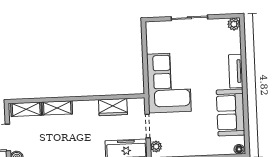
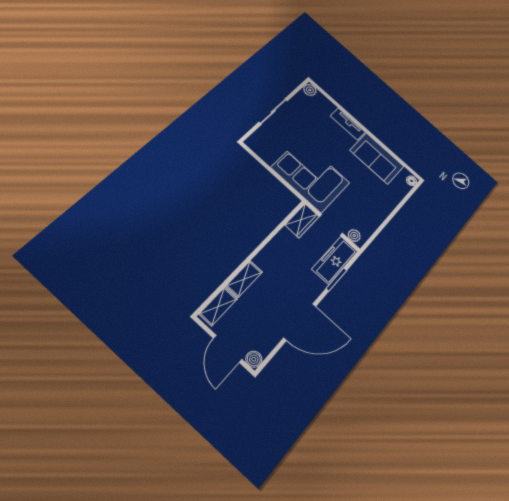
wardrobe: (113, 107) -> (302, 221), moved

